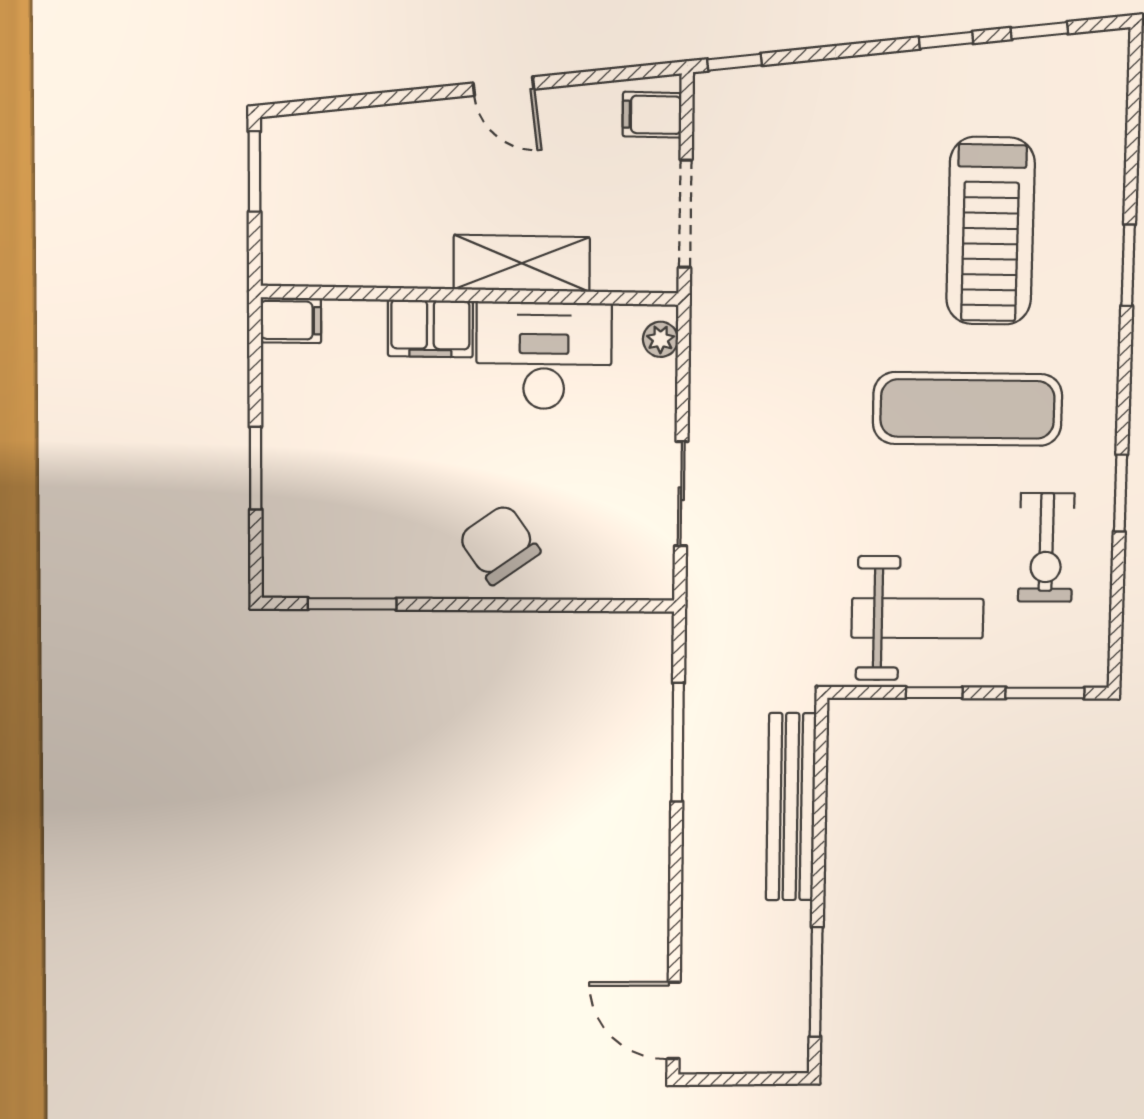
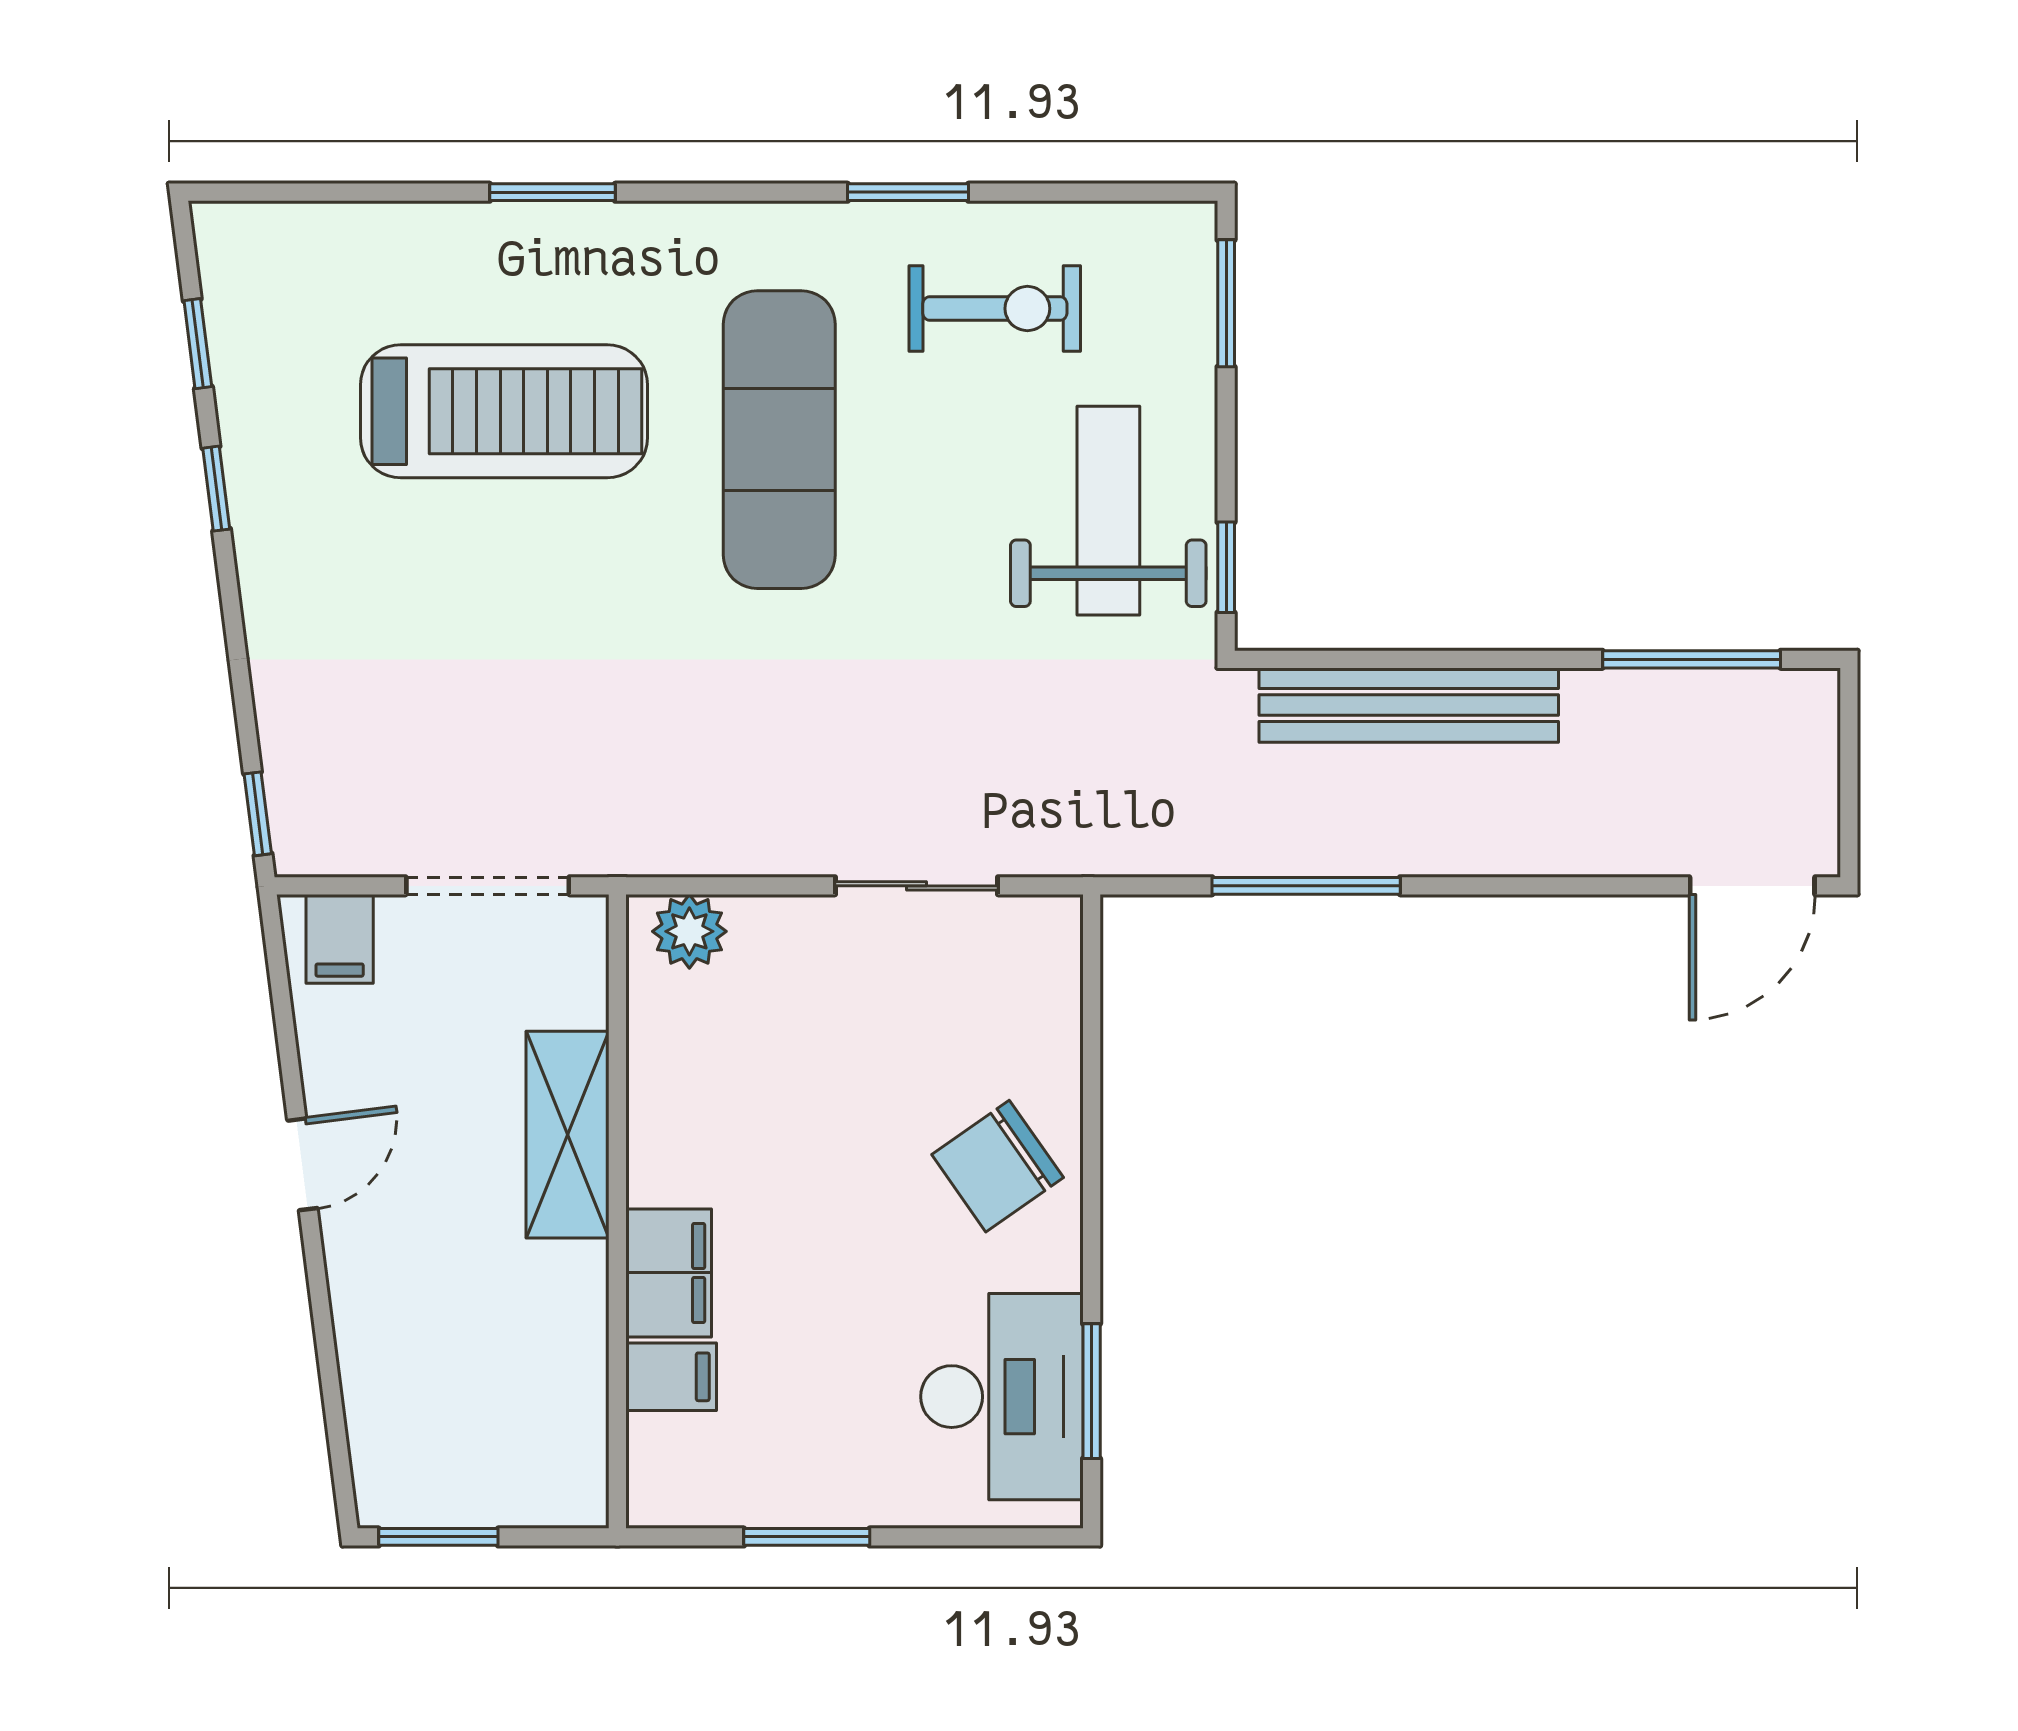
filing cabinet: (291, 320) -> (671, 1377), moved, turned 90
plant: (660, 339) -> (689, 931), width x1.38, depth x1.38
desk: (544, 356) -> (1002, 1397), moved, turned 180
window: (256, 468) -> (807, 1537), moved
window: (934, 693) -> (1226, 567), moved

